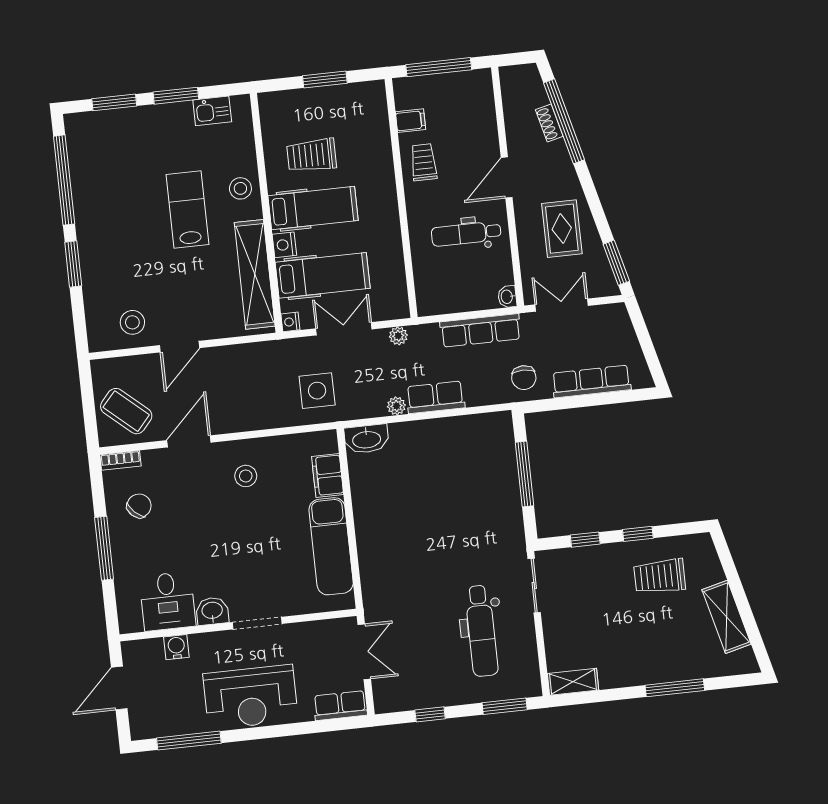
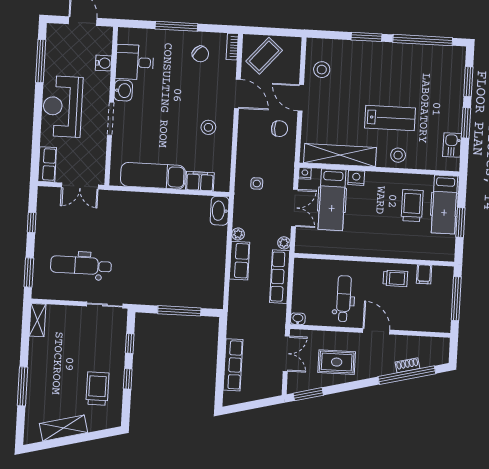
hospital bed: (313, 208) -> (444, 205), moved
row of seats: (480, 330) -> (280, 277), moved
chair: (524, 378) -> (279, 129), moved, turned 180
side table: (317, 391) -> (257, 183), width x0.54, depth x0.54

